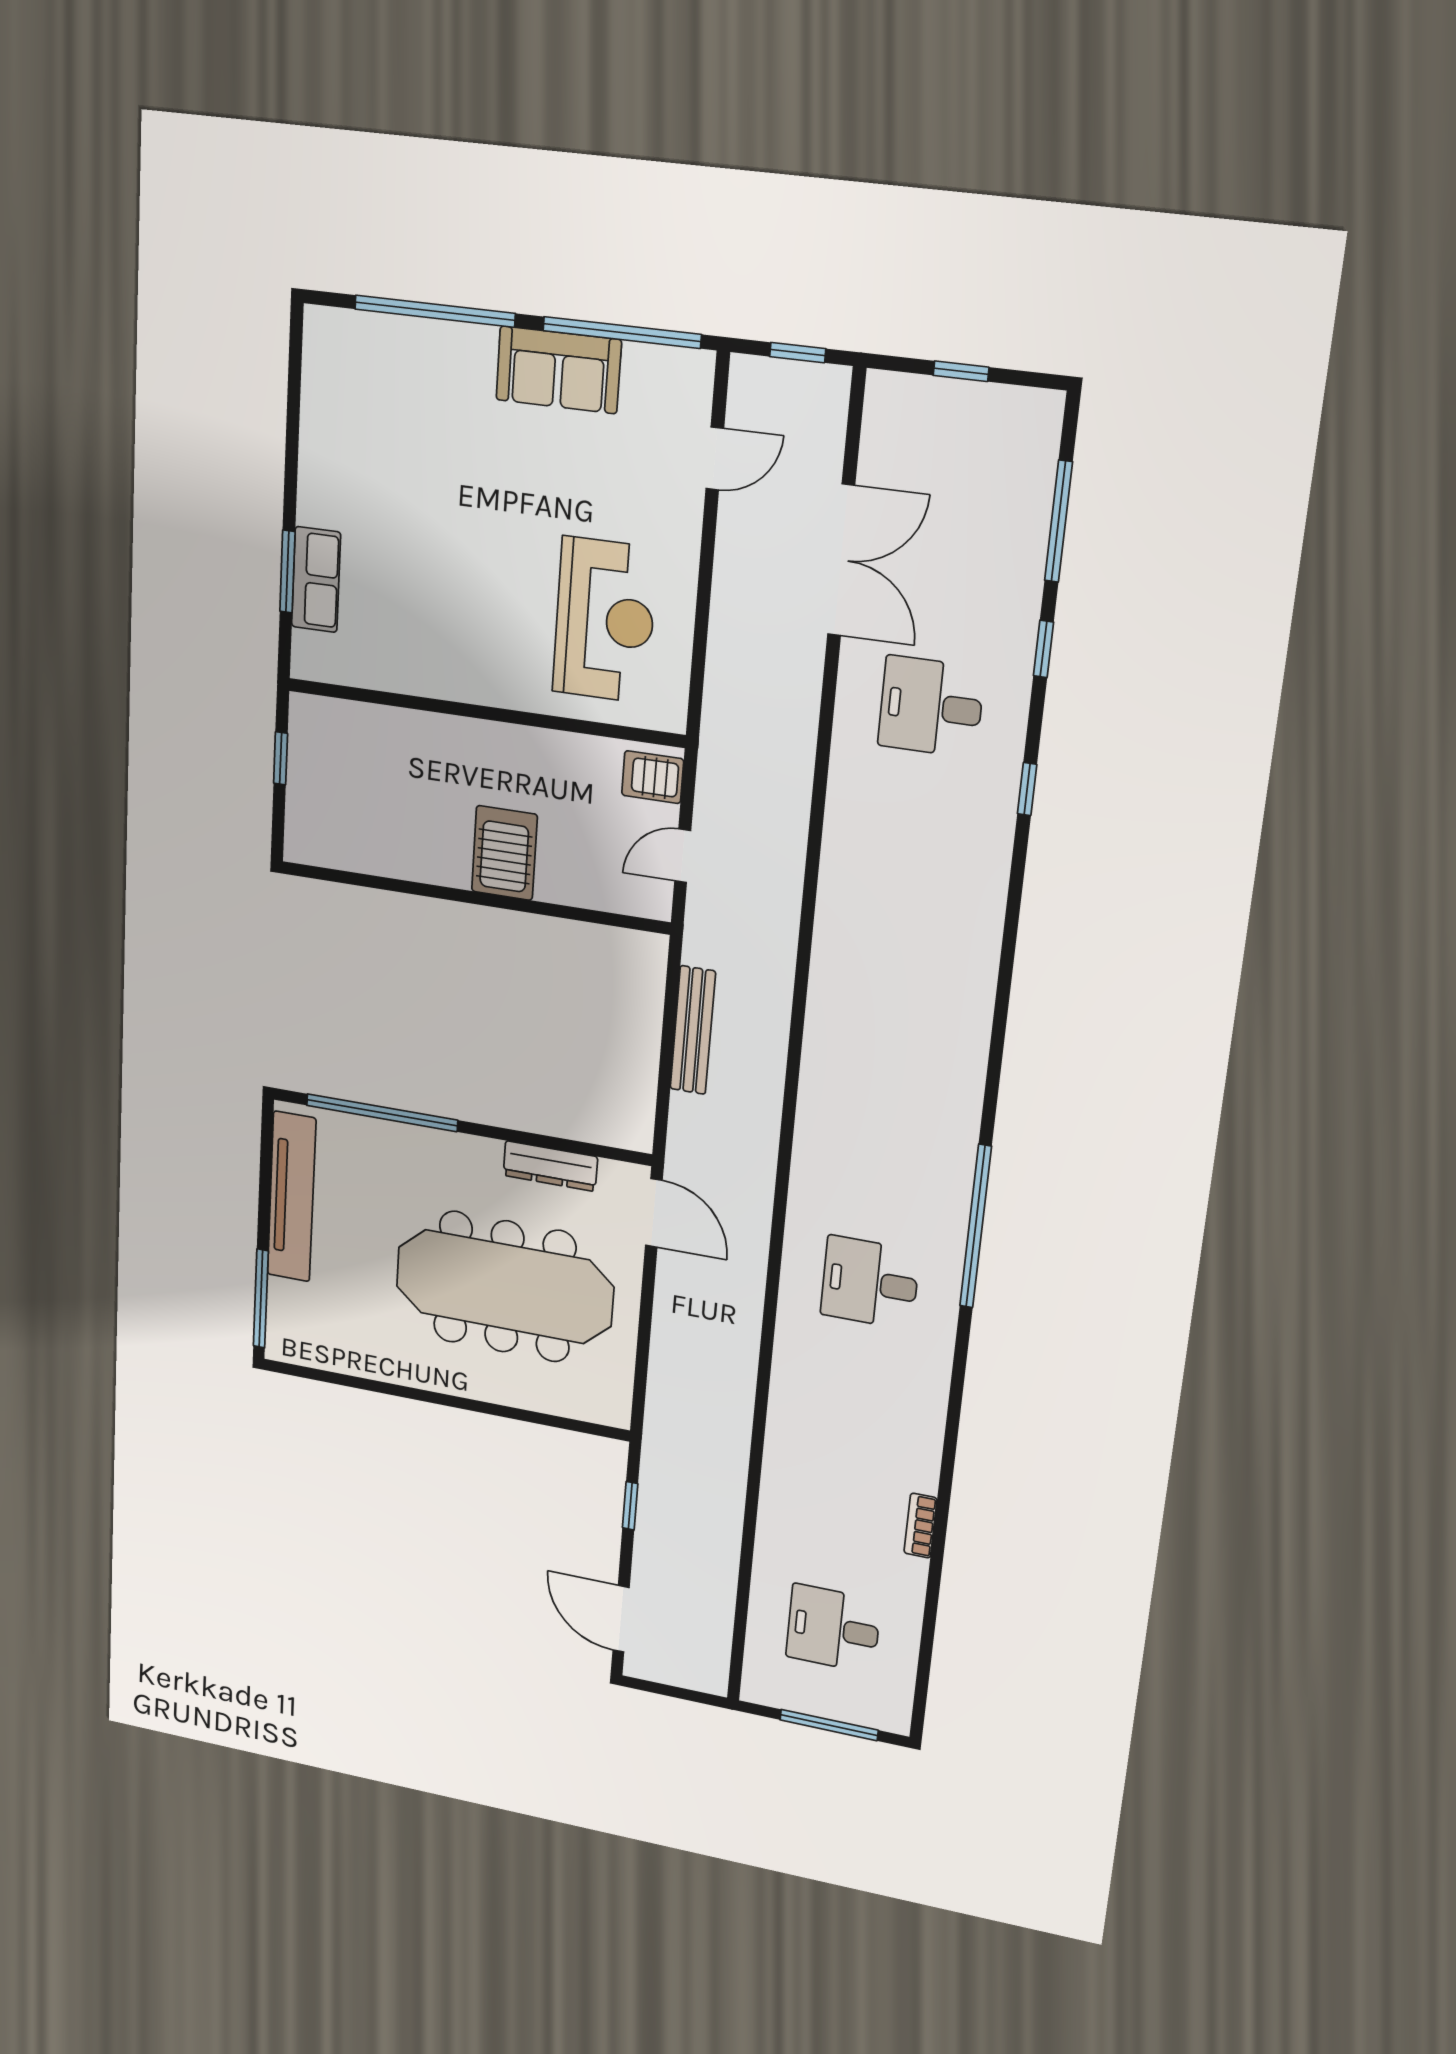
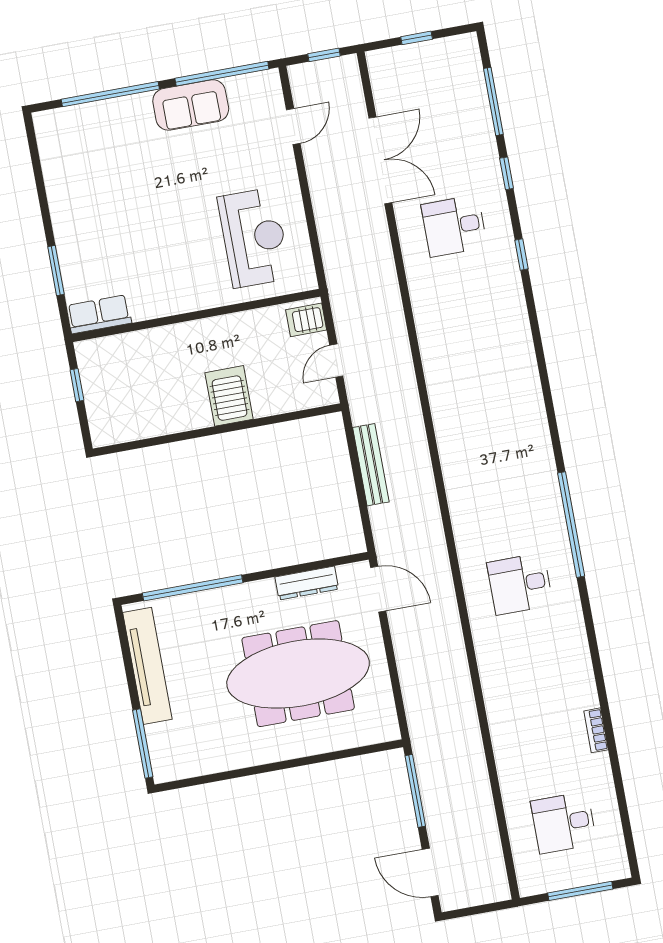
row of seats: (316, 580) -> (99, 314), moved, turned -90
window: (630, 1506) -> (415, 791), width x2.17

